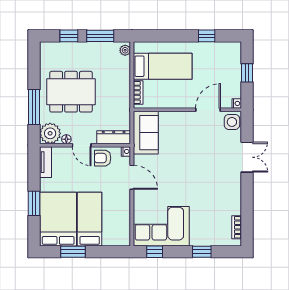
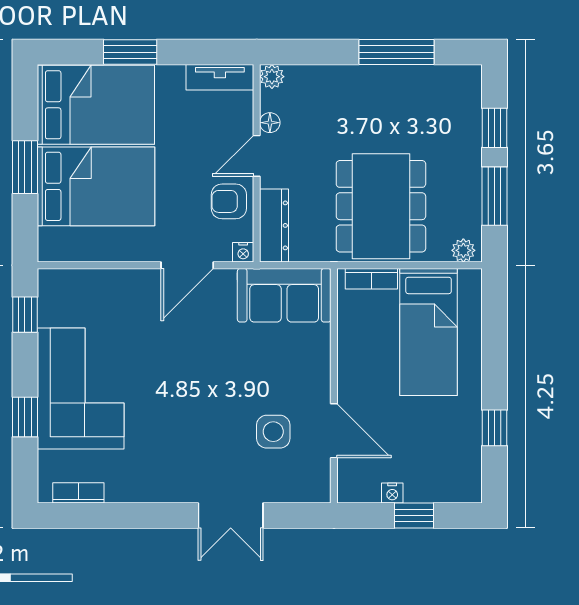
dining table: (71, 92) -> (381, 206), moved
nightstand: (237, 103) -> (392, 493), moved
window: (34, 107) -> (397, 52), moved
side table: (232, 122) -> (273, 432), moved
plant: (50, 133) -> (272, 77), width x0.53, depth x0.53
armchair: (103, 158) -> (229, 201), turned -90
bed: (90, 219) -> (96, 186), width x1.50
corner sofa: (161, 226) -> (81, 388), moved
window: (73, 252) -> (25, 167), moved

